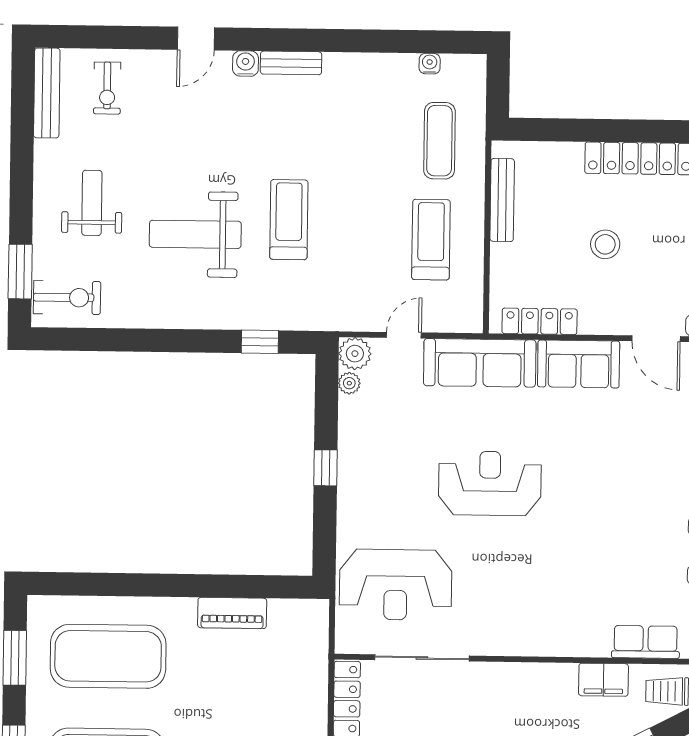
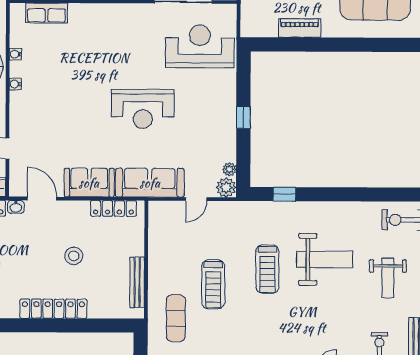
treadmill: (431, 240) -> (213, 284), moved

